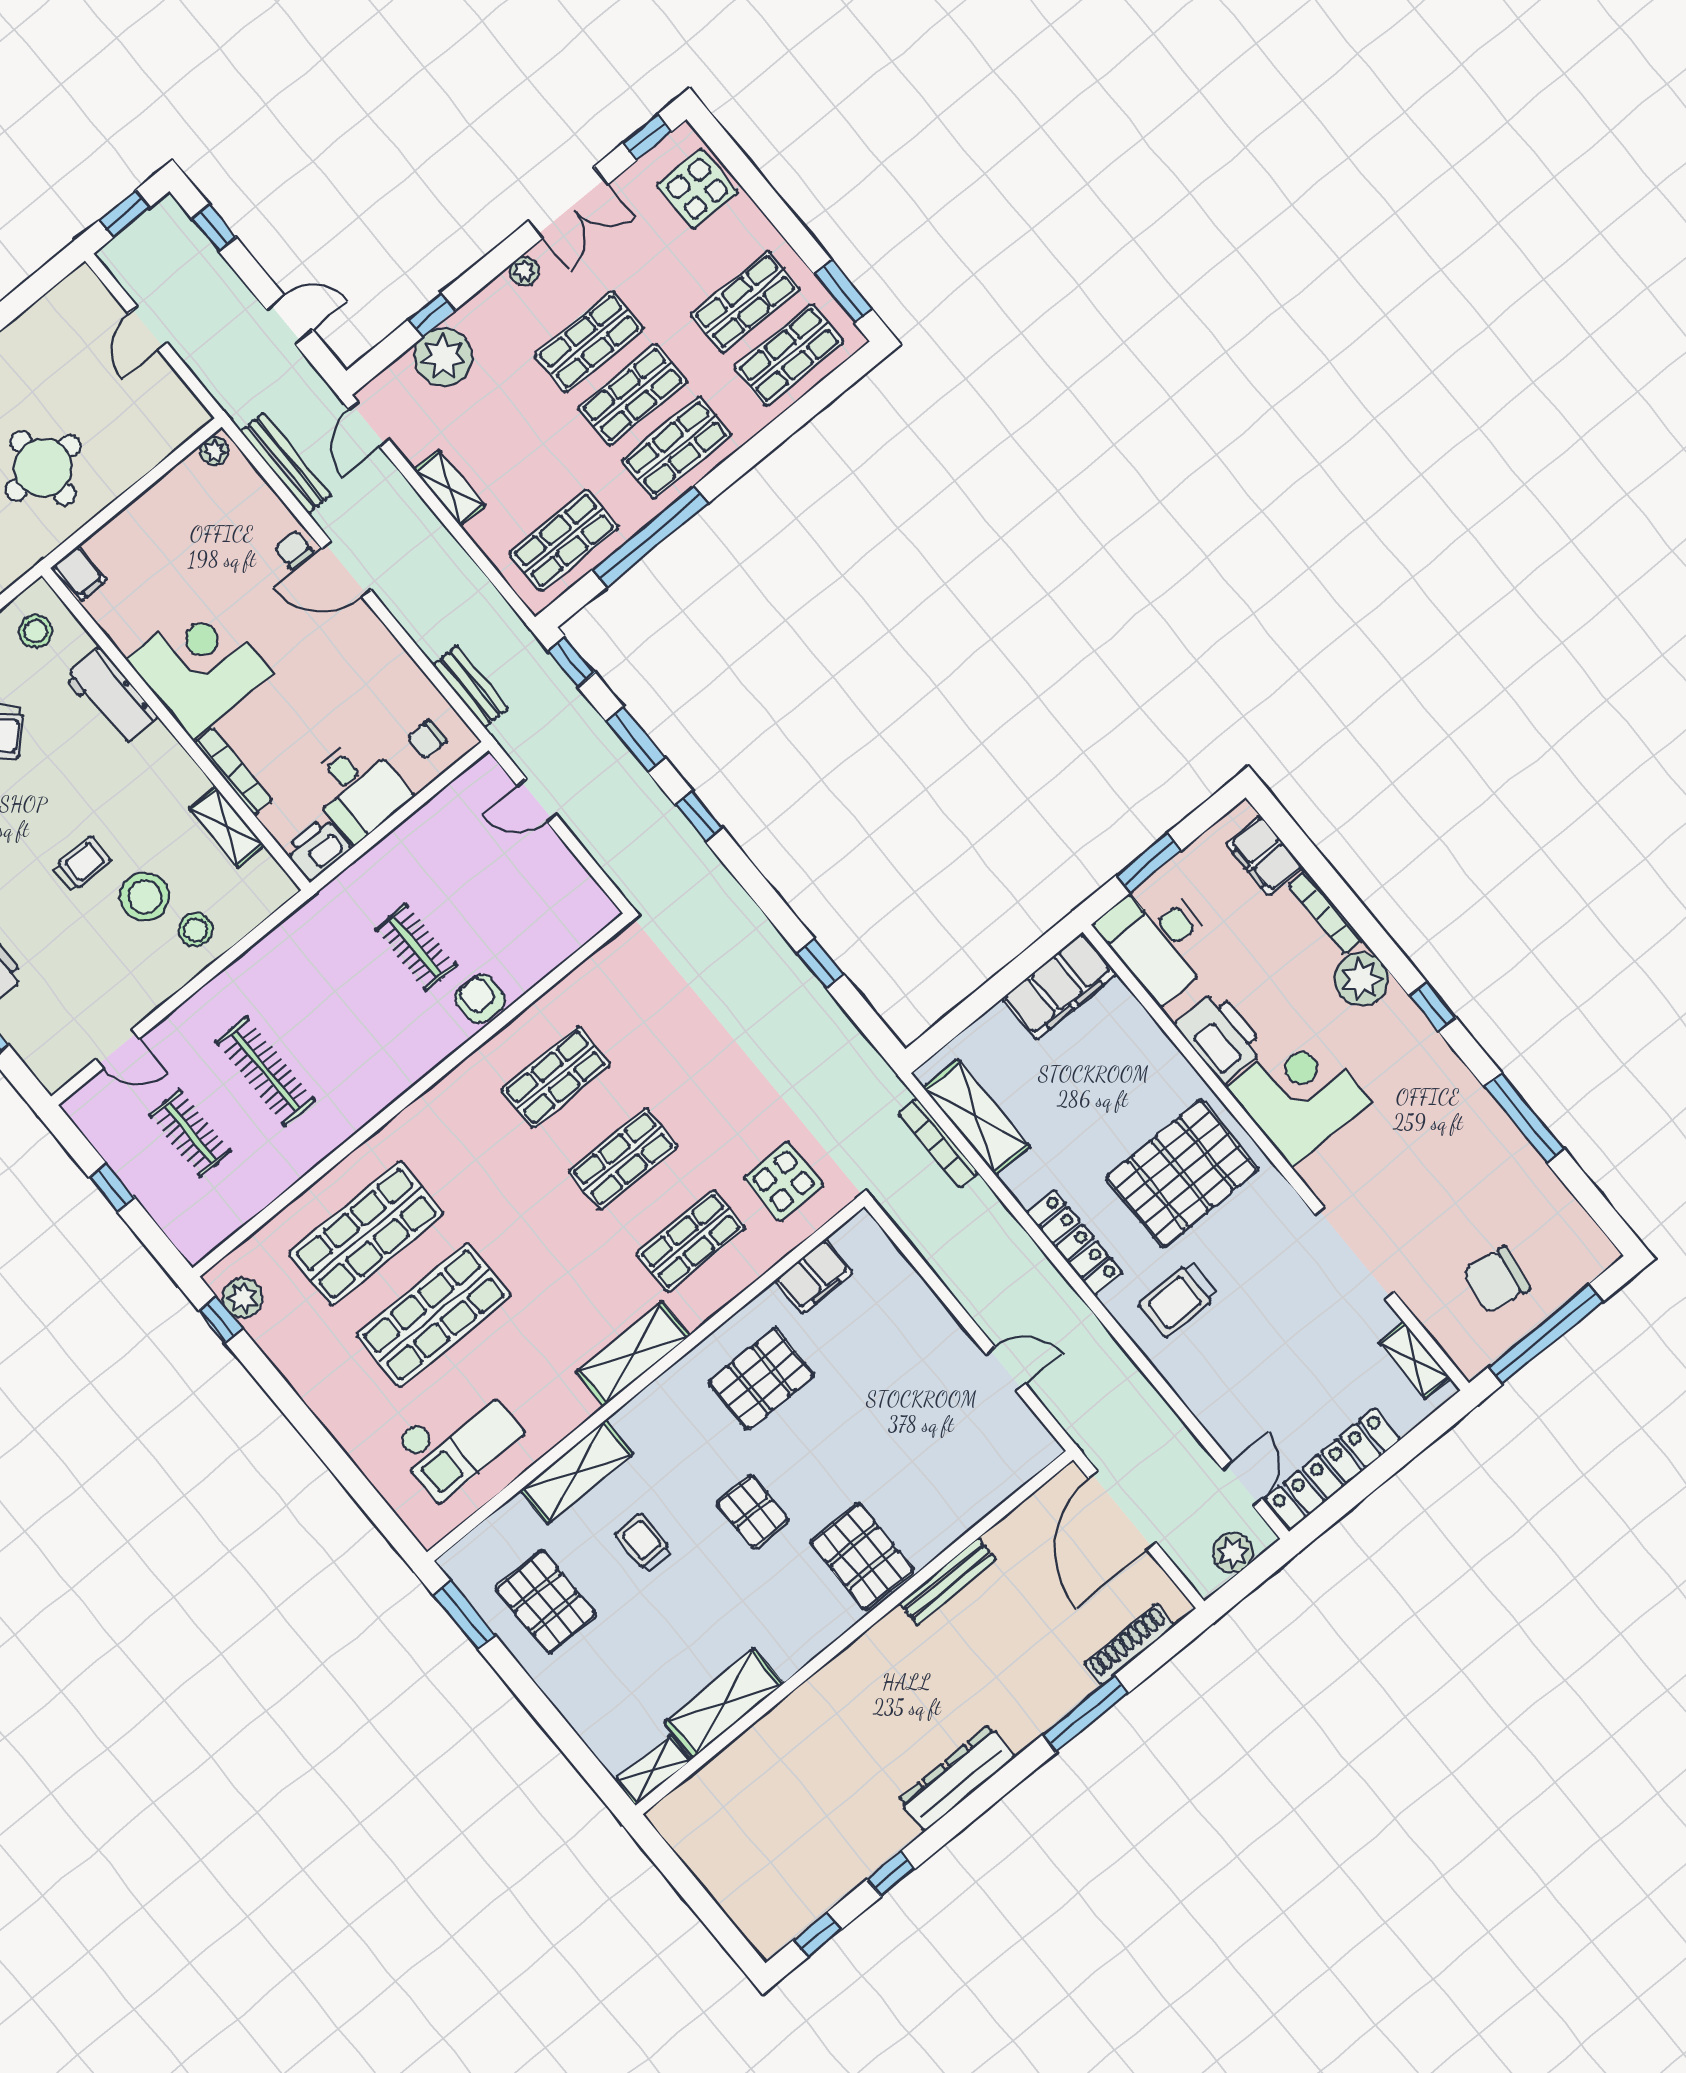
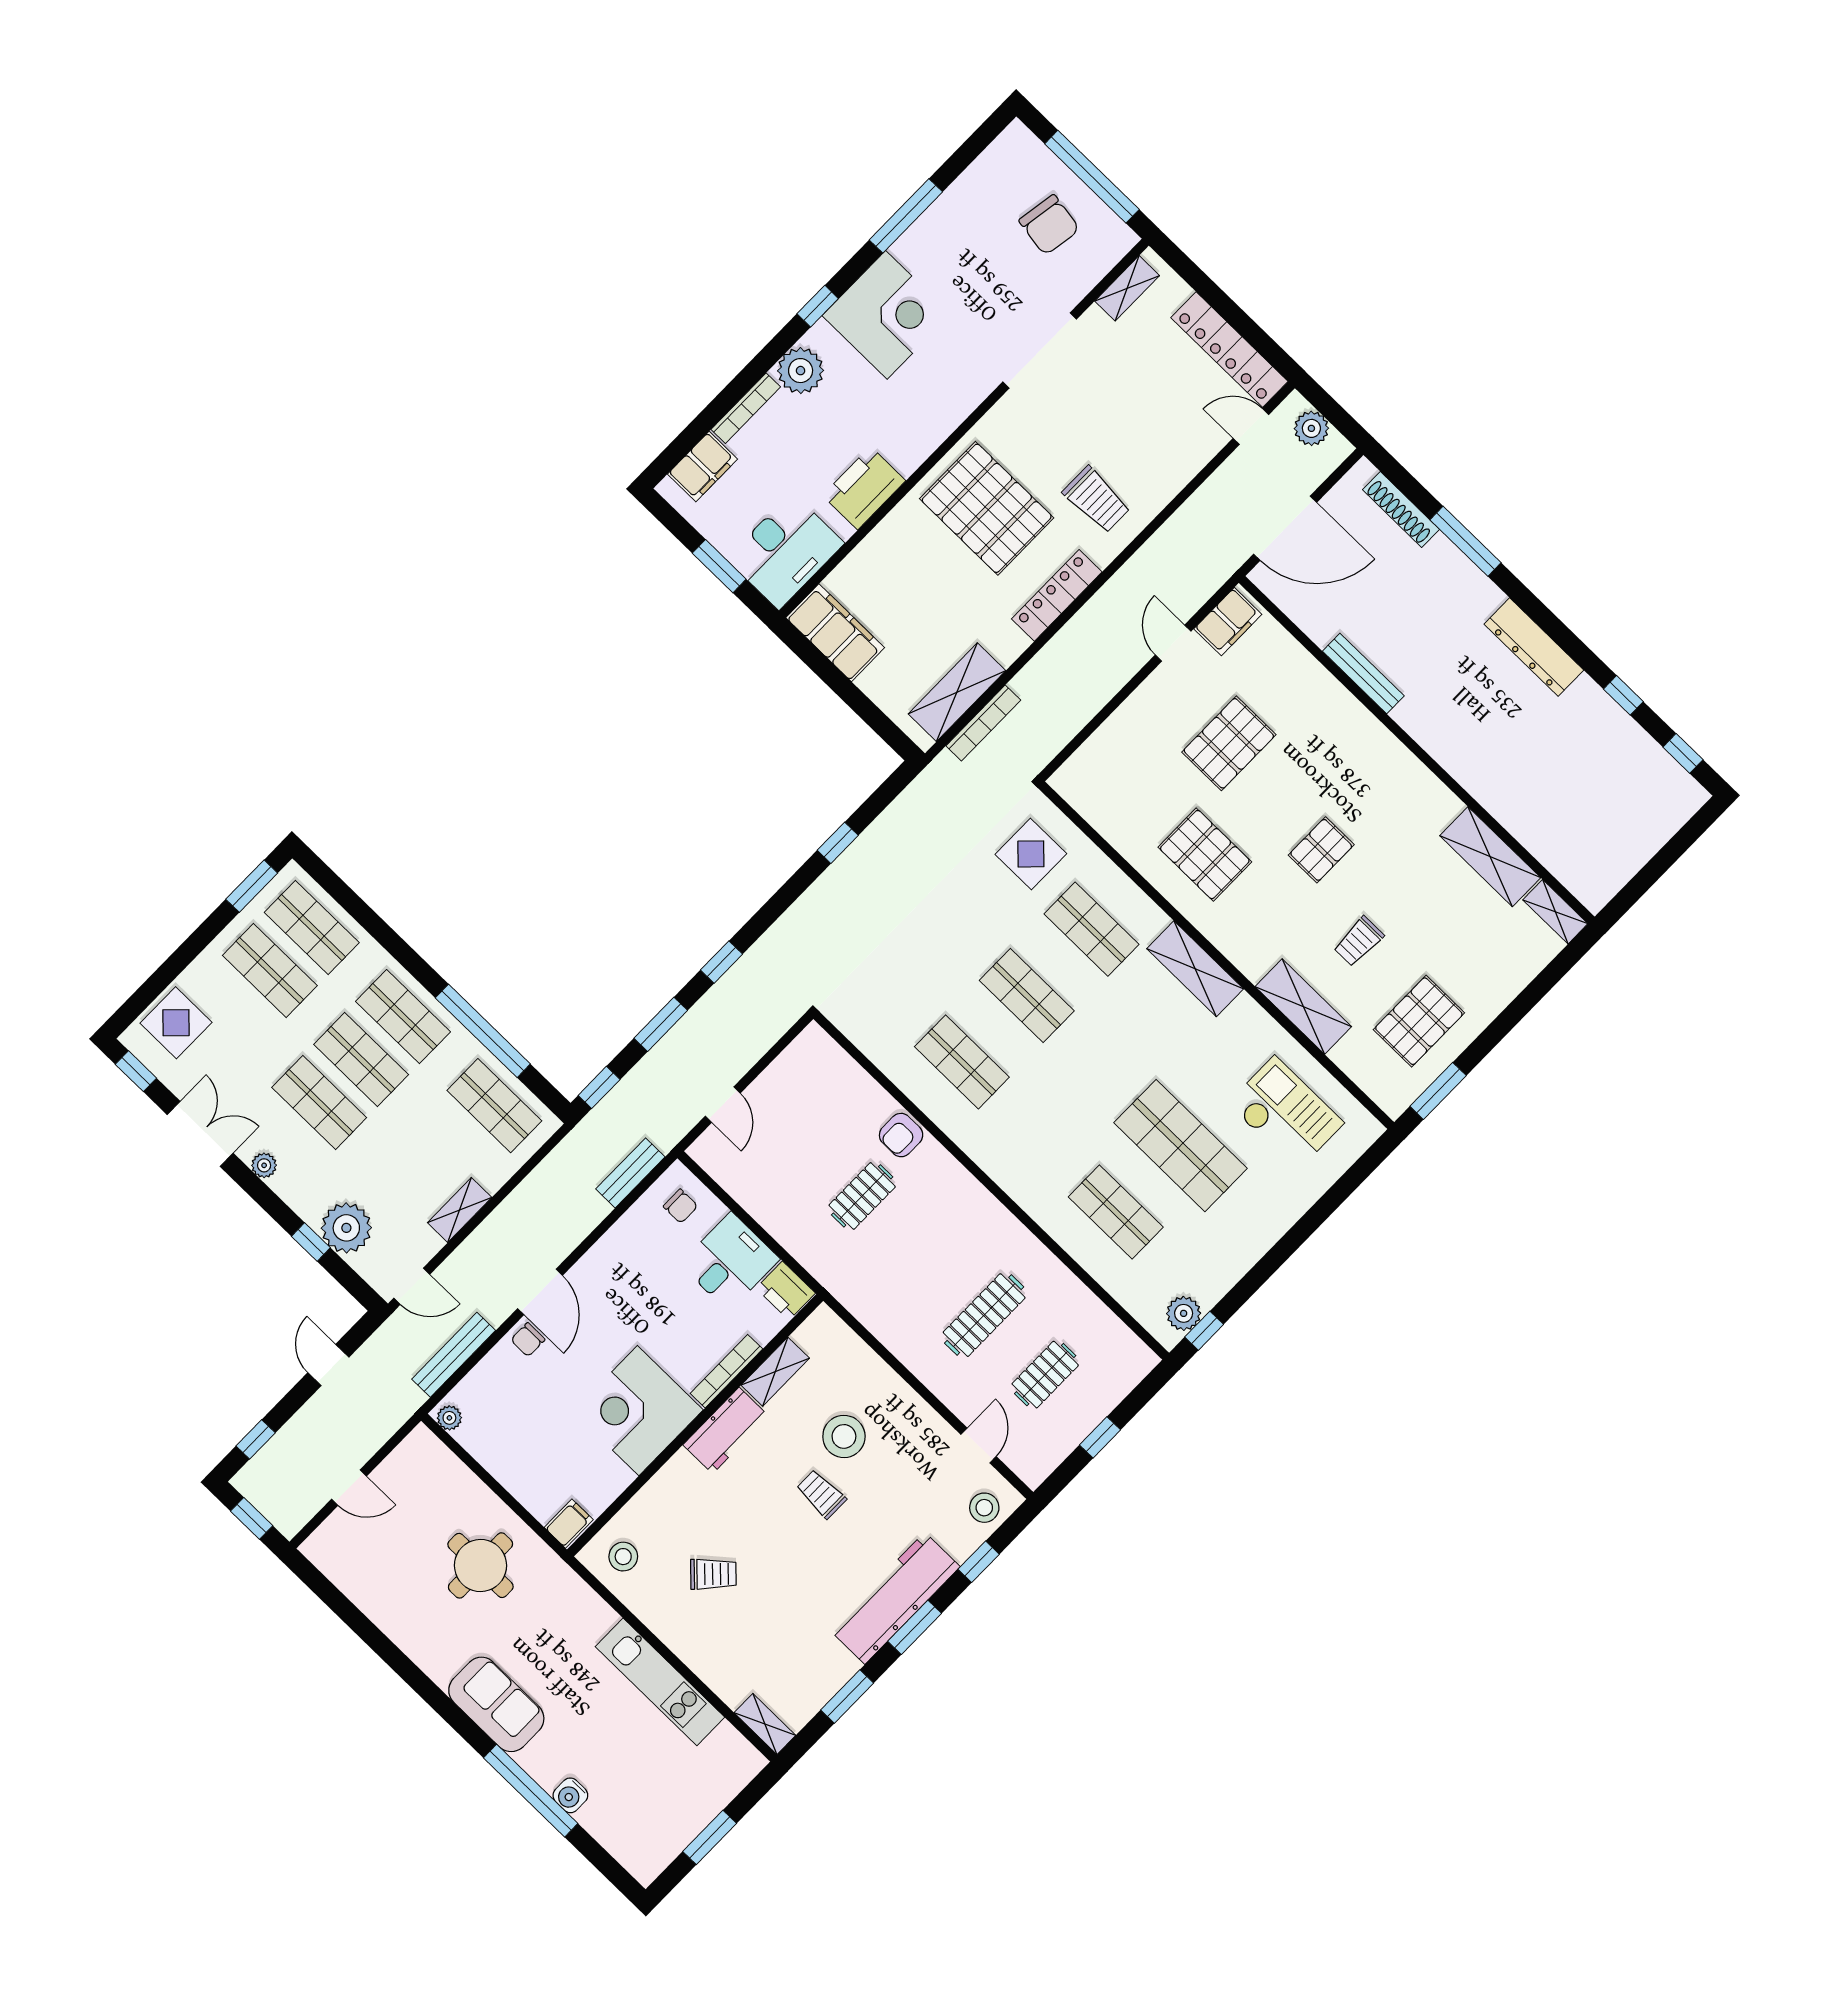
workbench: (111, 697) -> (726, 1430), moved
stool: (196, 930) -> (984, 1508), moved
corner desk: (1299, 1095) -> (886, 315), moved, turned 180
shop shelf: (366, 1233) -> (1116, 1212), width x0.70, depth x0.74
filing cabinet: (814, 1276) -> (1228, 622), moved, turned 90
pallet: (862, 1556) -> (1229, 743), moved

